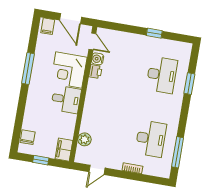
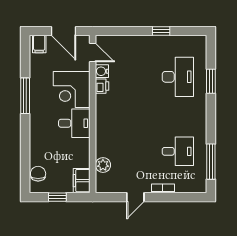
desk: (151, 139) -> (178, 151), width x0.73
door: (97, 170) -> (135, 197), moved

